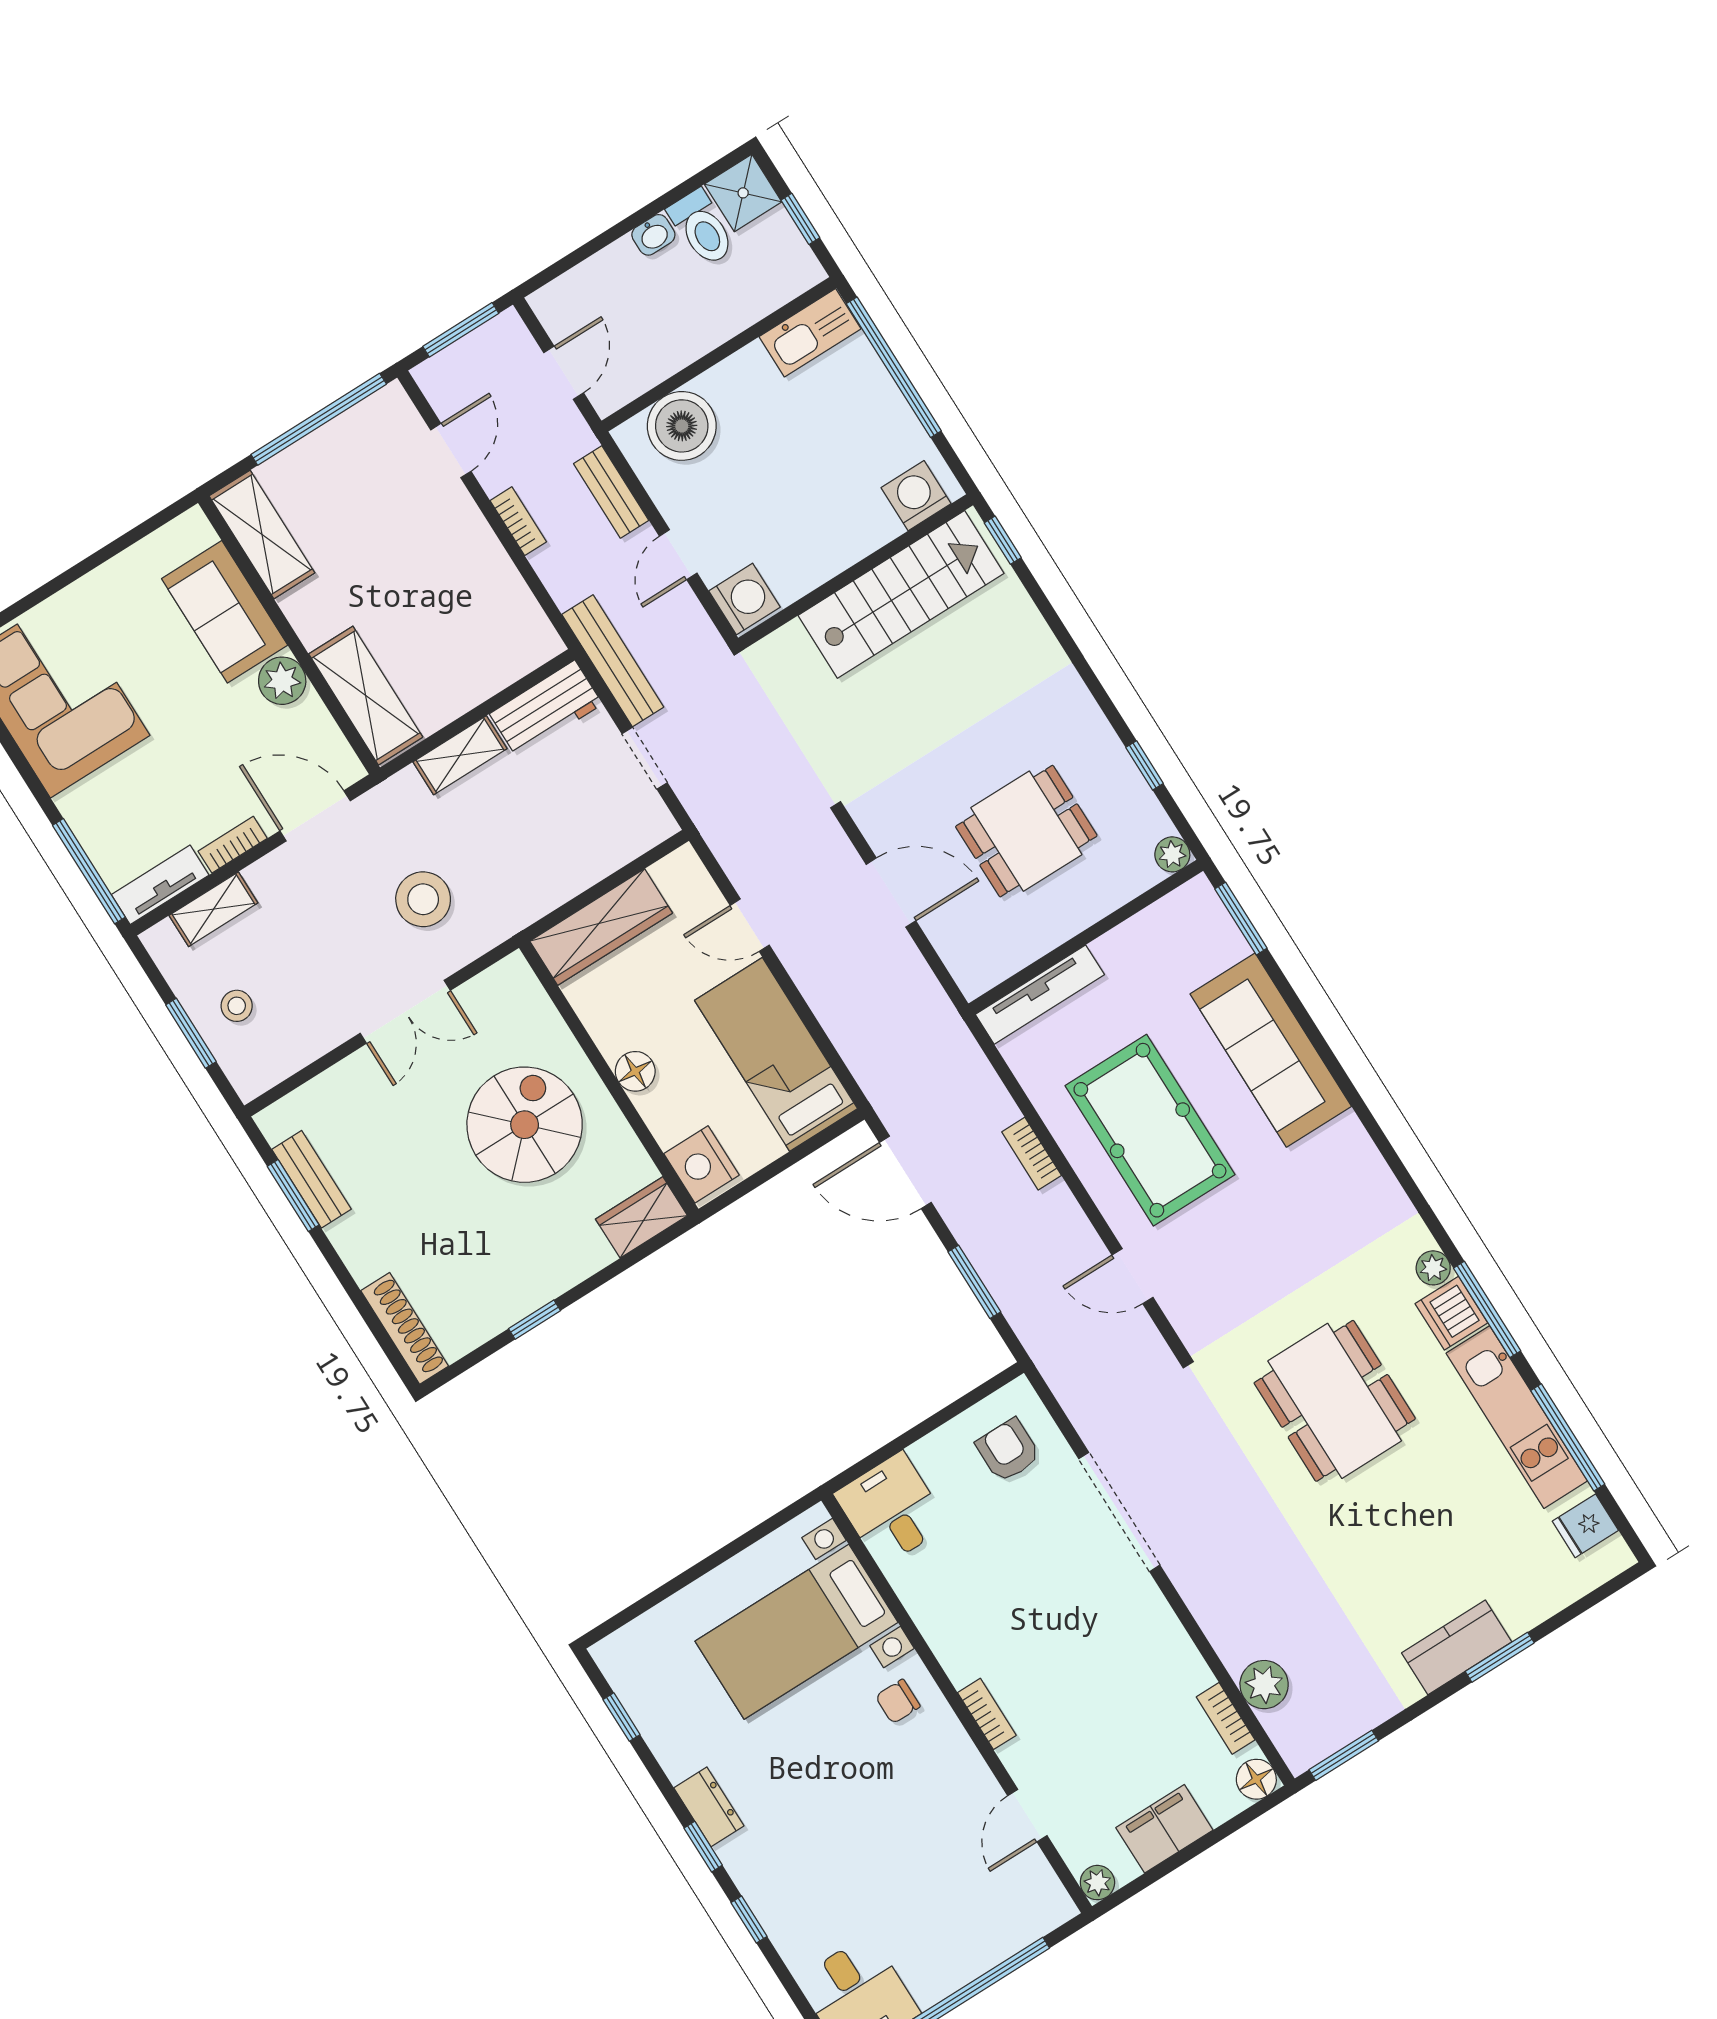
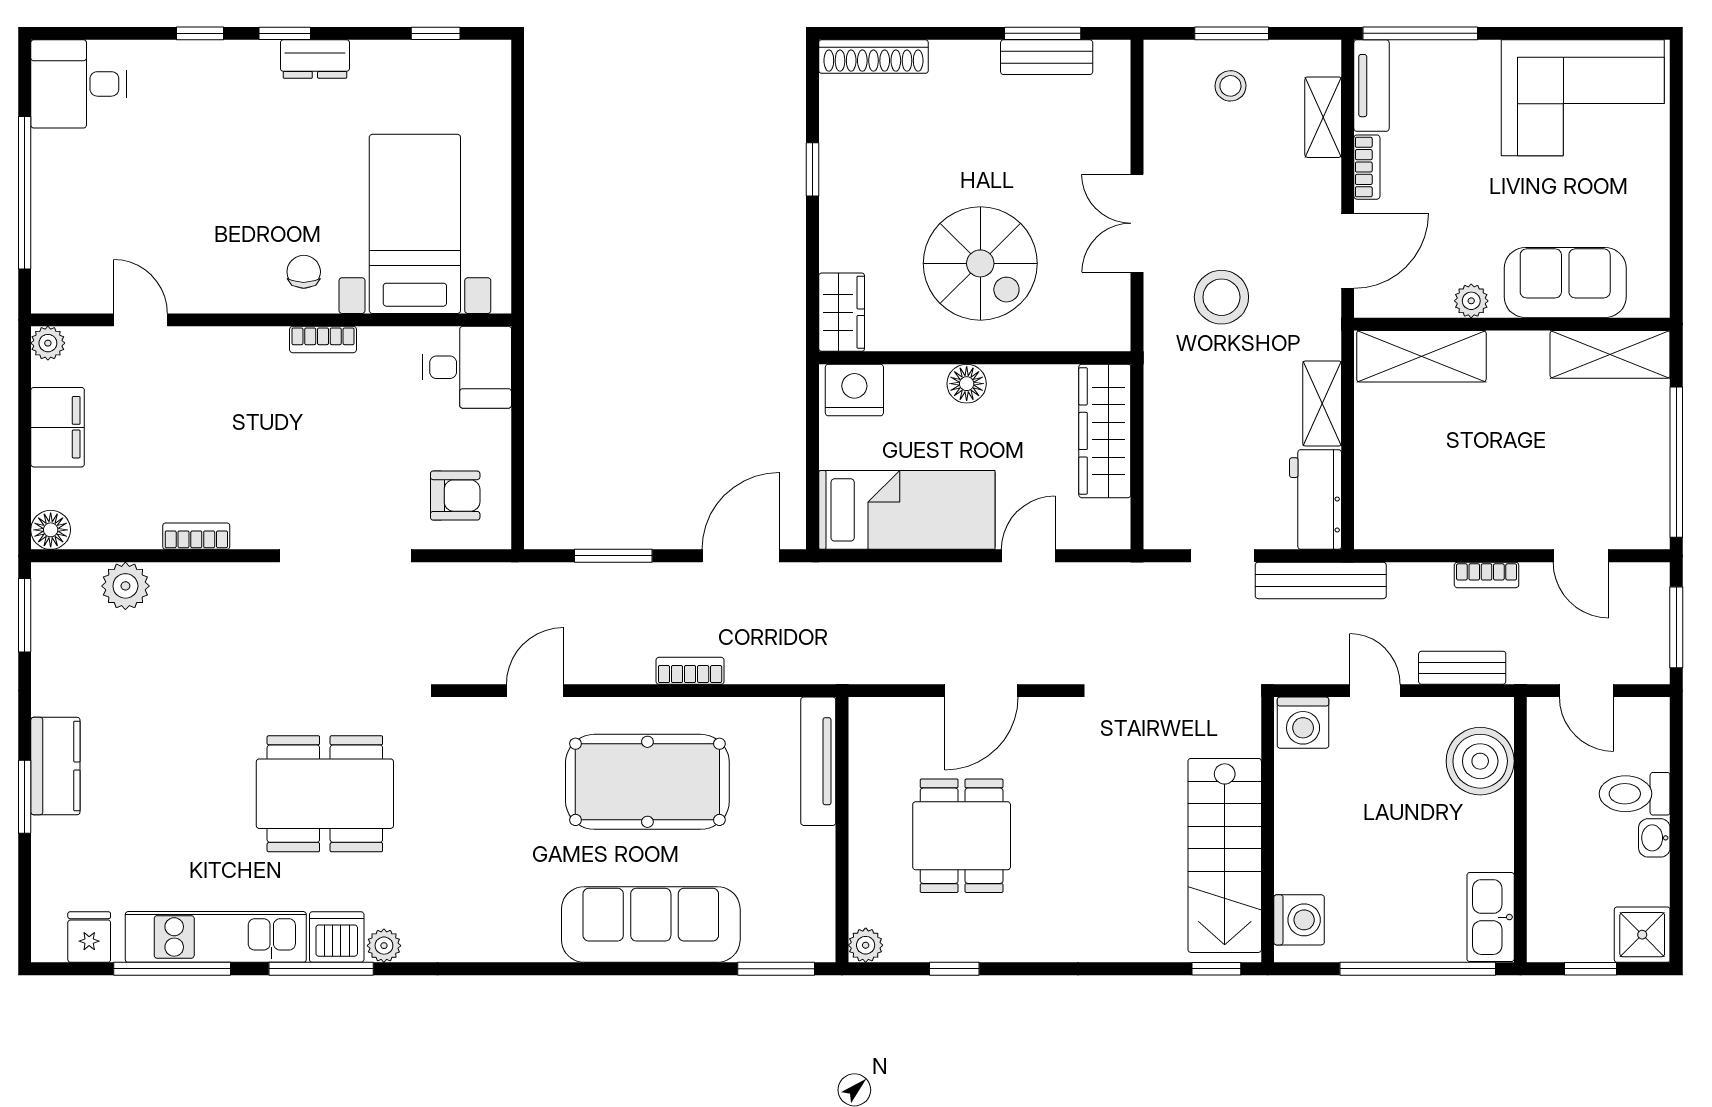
toilet: (702, 228) -> (1635, 794), moved
plant: (282, 681) -> (1471, 301), width x0.73, depth x0.73
bookcase: (987, 1714) -> (323, 339), moved
bookcase: (1226, 1718) -> (196, 536), moved

